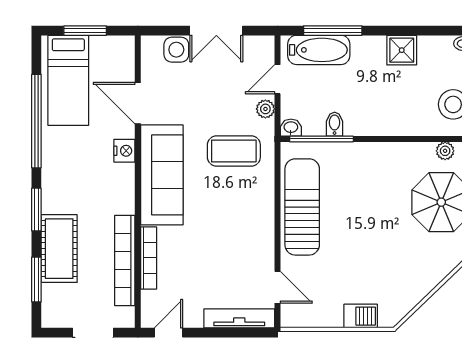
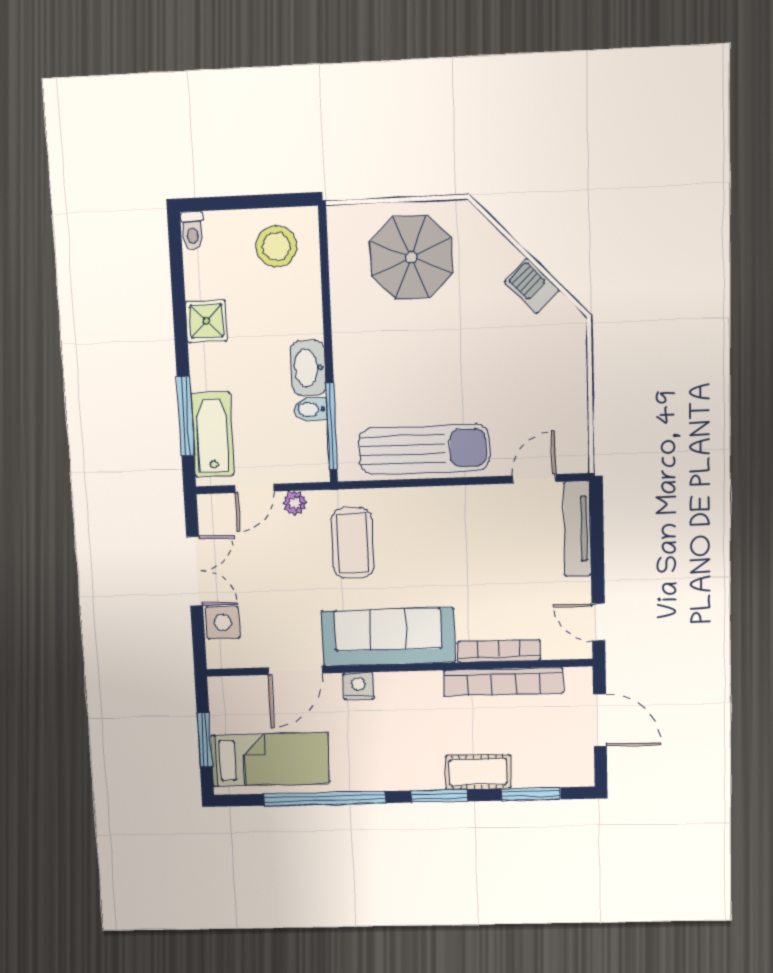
door: (277, 79) -> (254, 488), hinge flipped
washbasin: (291, 128) -> (308, 368), moved, width x1.91, depth x1.45
plant: (445, 151) -> (340, 255), removed
sun lounger: (302, 207) -> (424, 449), turned 180
cot: (59, 249) -> (478, 772), width x0.73, depth x0.75
barbecue: (361, 316) -> (532, 286), moved, turned -44

